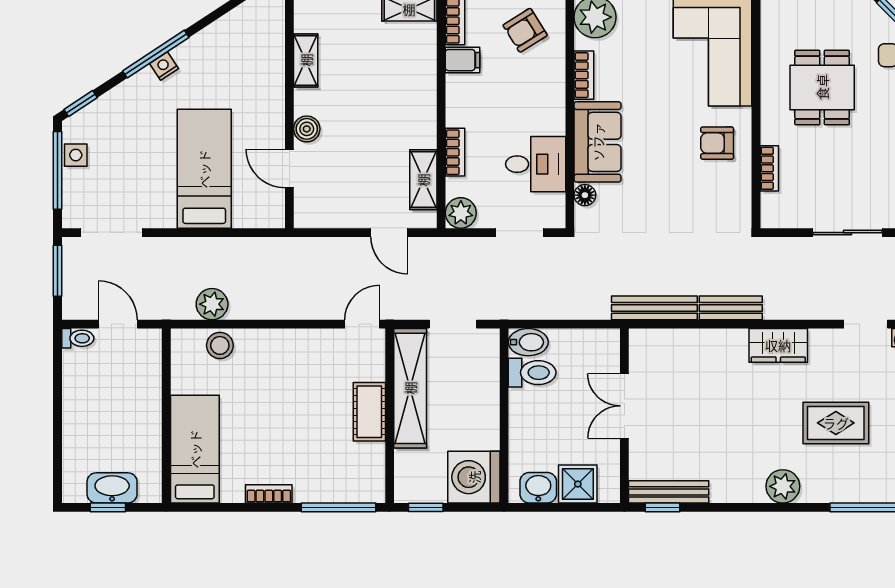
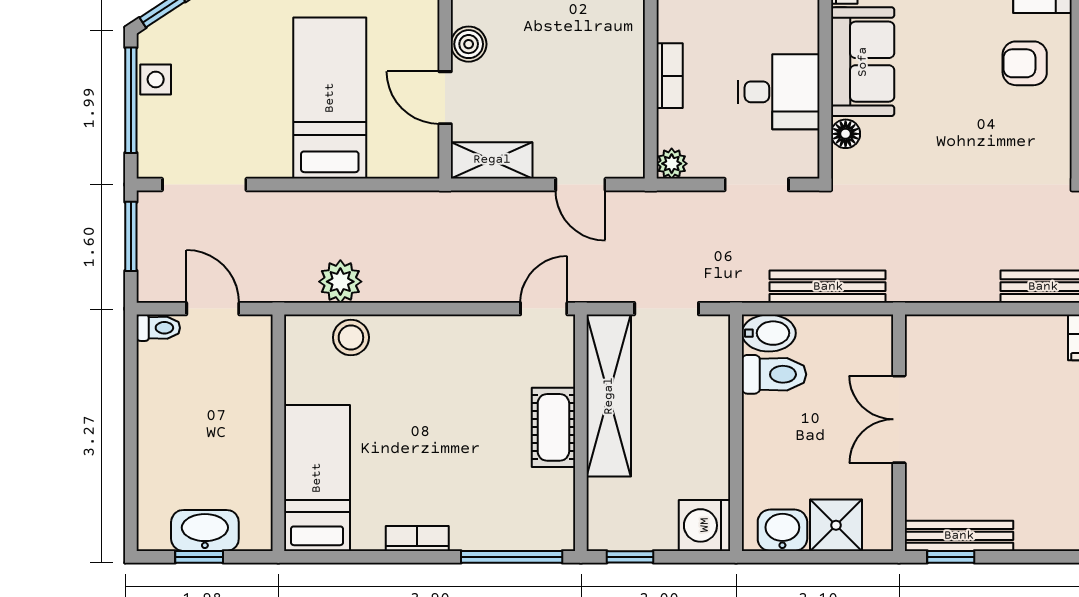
shelving: (423, 180) -> (492, 160), moved, turned 90
plant: (461, 213) -> (672, 164), width x0.73, depth x0.73
bench: (654, 308) -> (828, 287), moved
washing machine: (474, 477) -> (705, 525), width x0.73, depth x0.73

